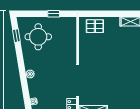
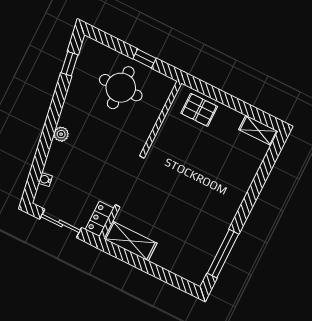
round table: (38, 37) -> (121, 88), moved

